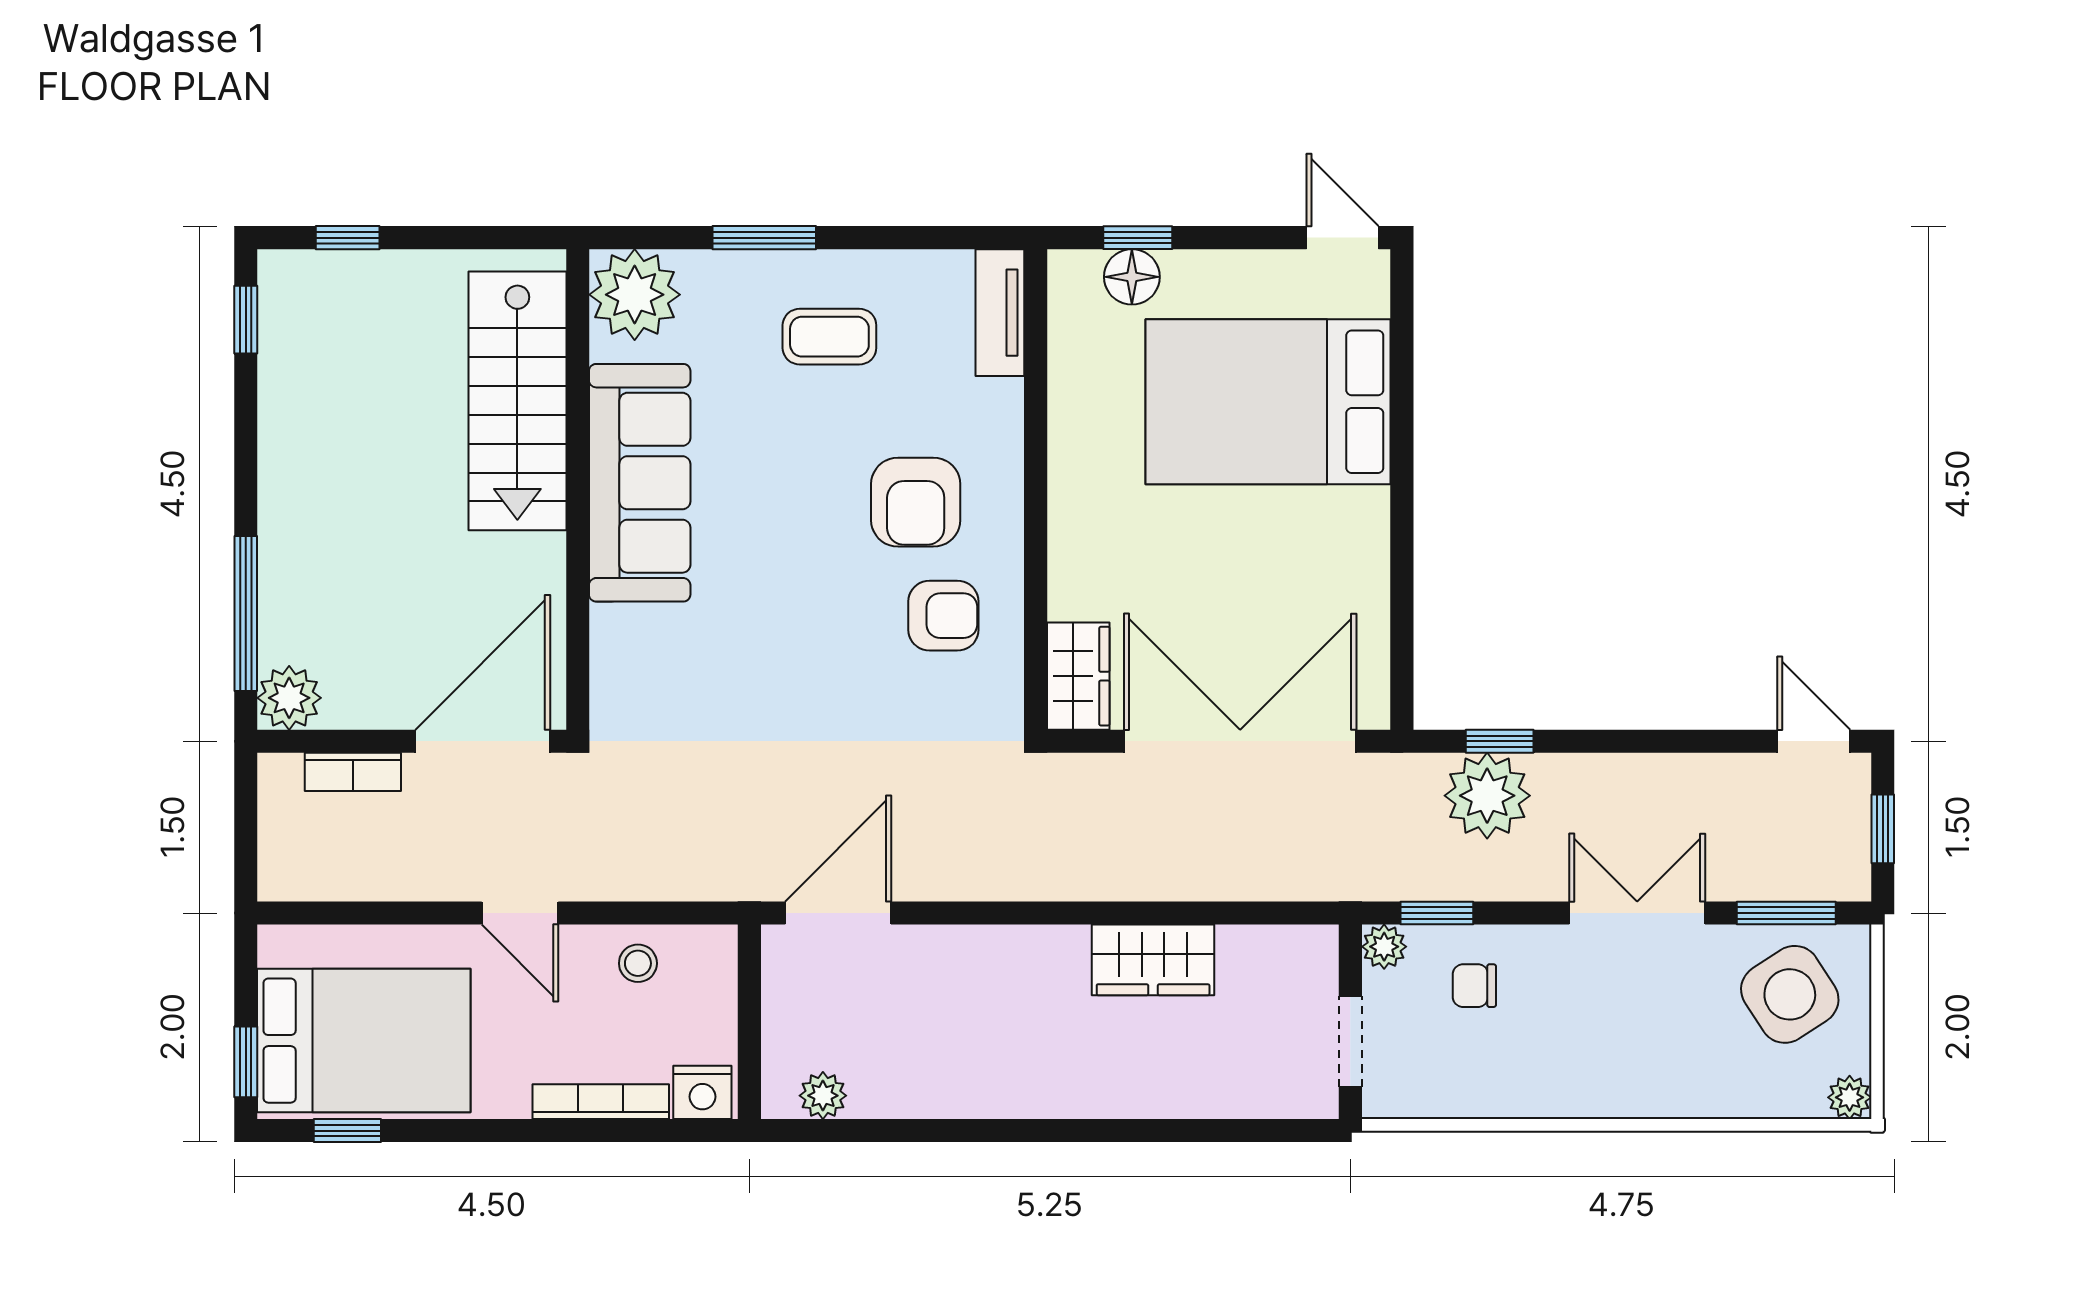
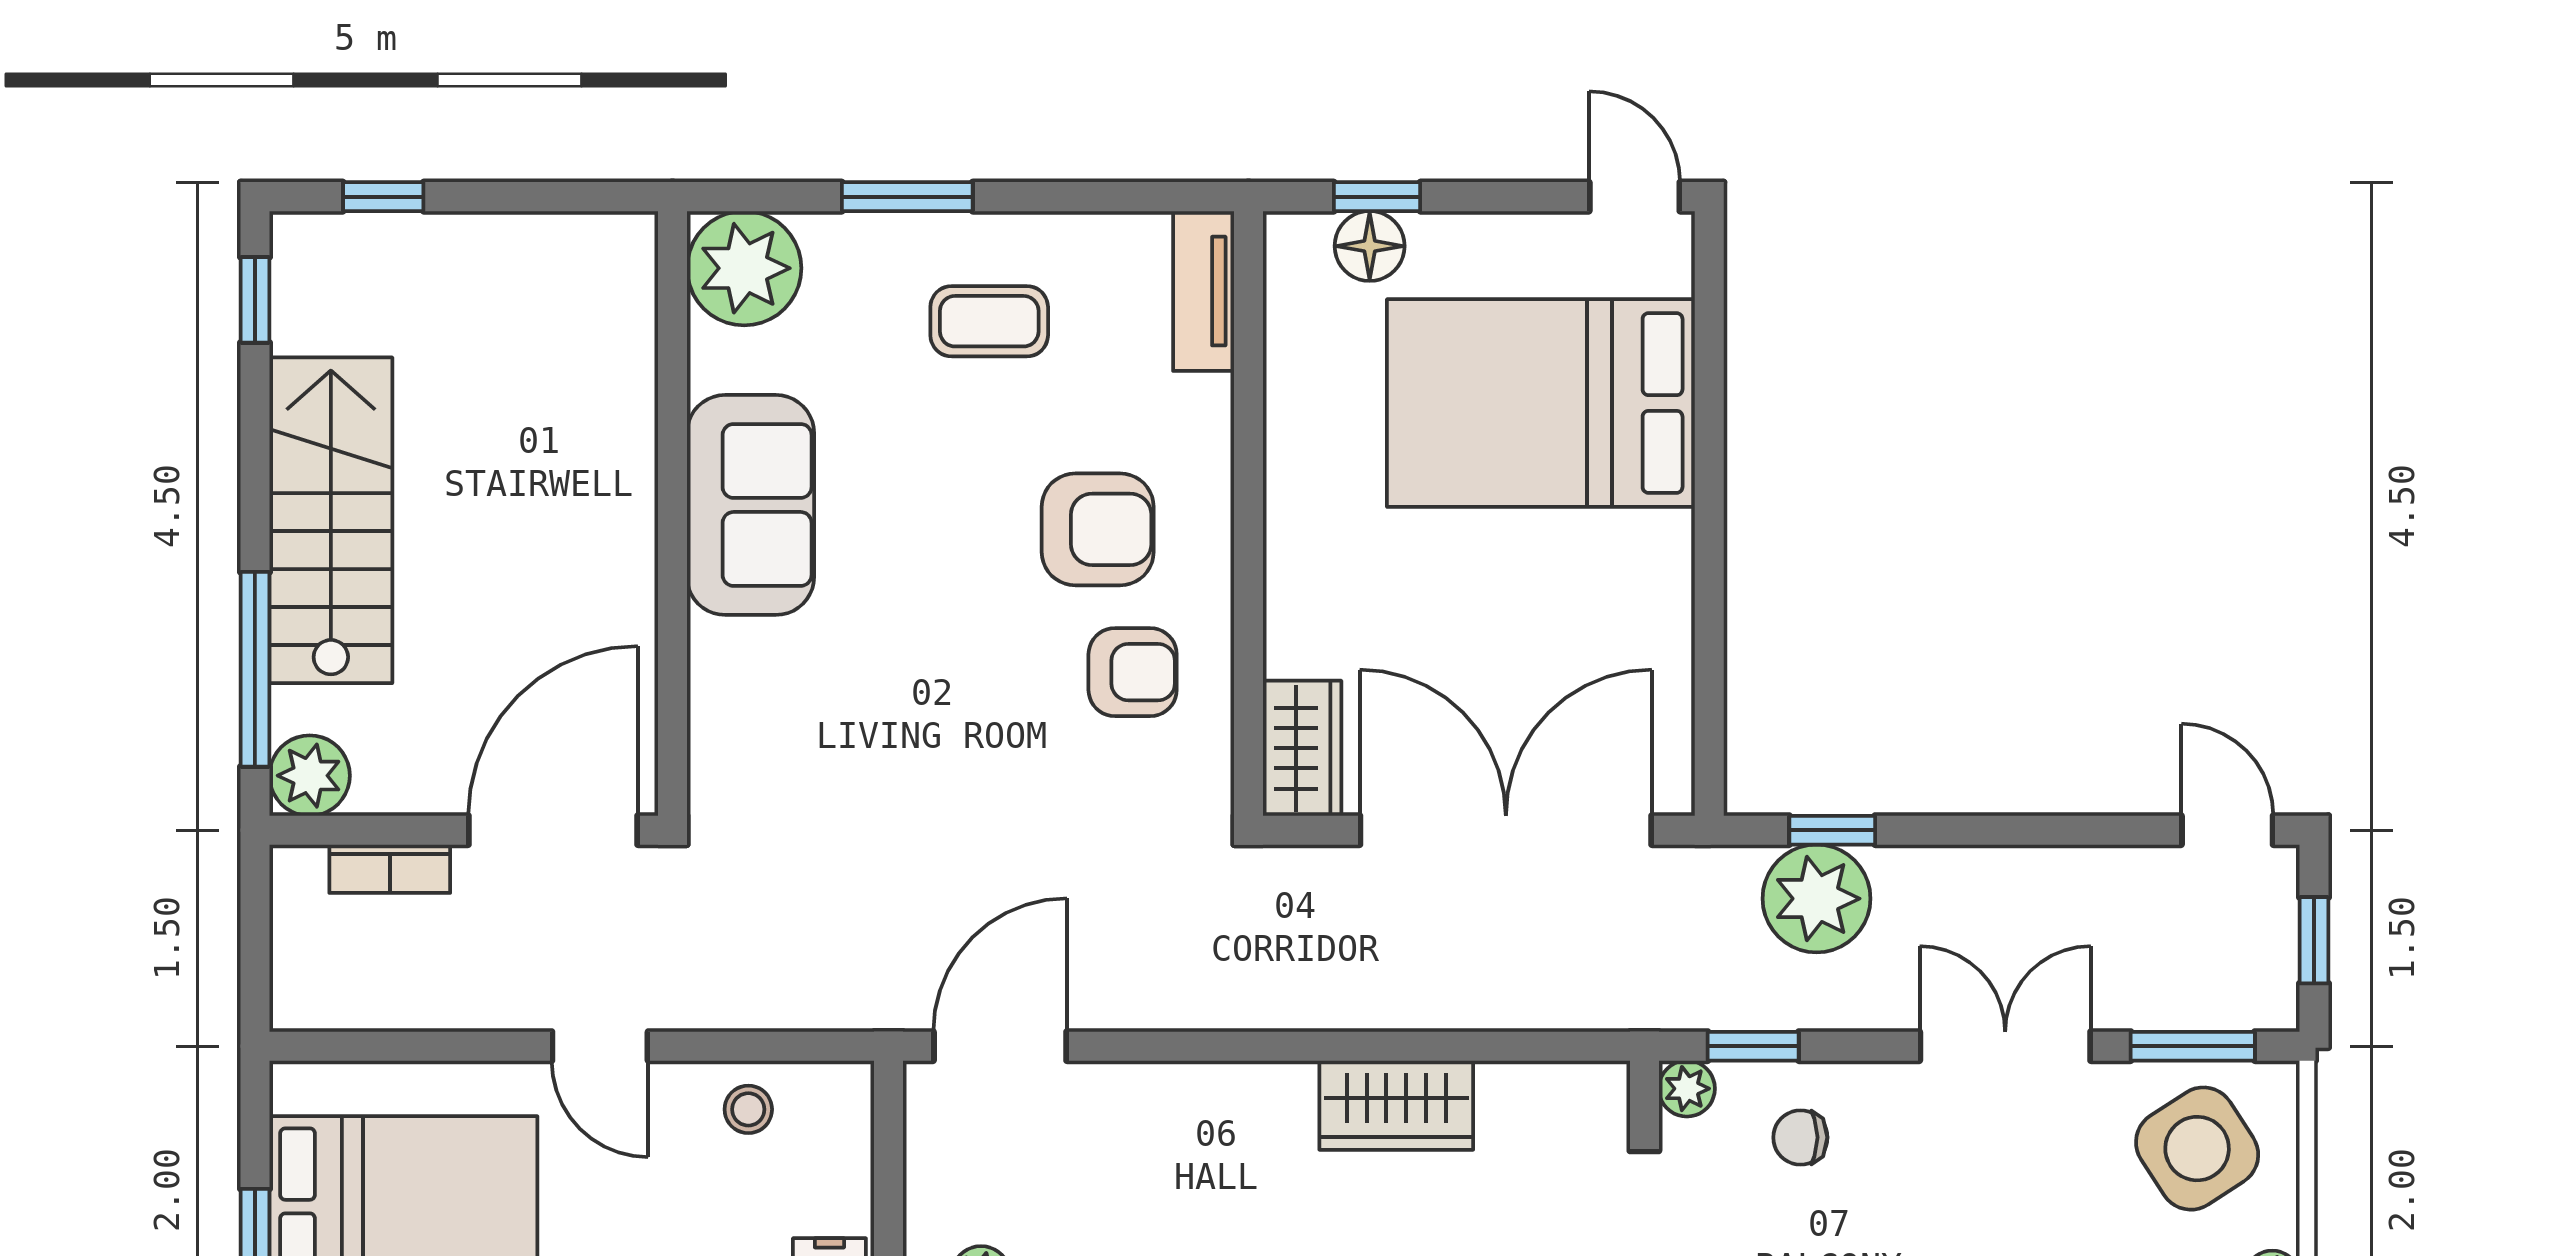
stairs: (517, 401) -> (331, 520), moved, turned 180
sofa: (640, 483) -> (751, 505), width x0.73
armchair: (916, 502) -> (1098, 529), turned -90

